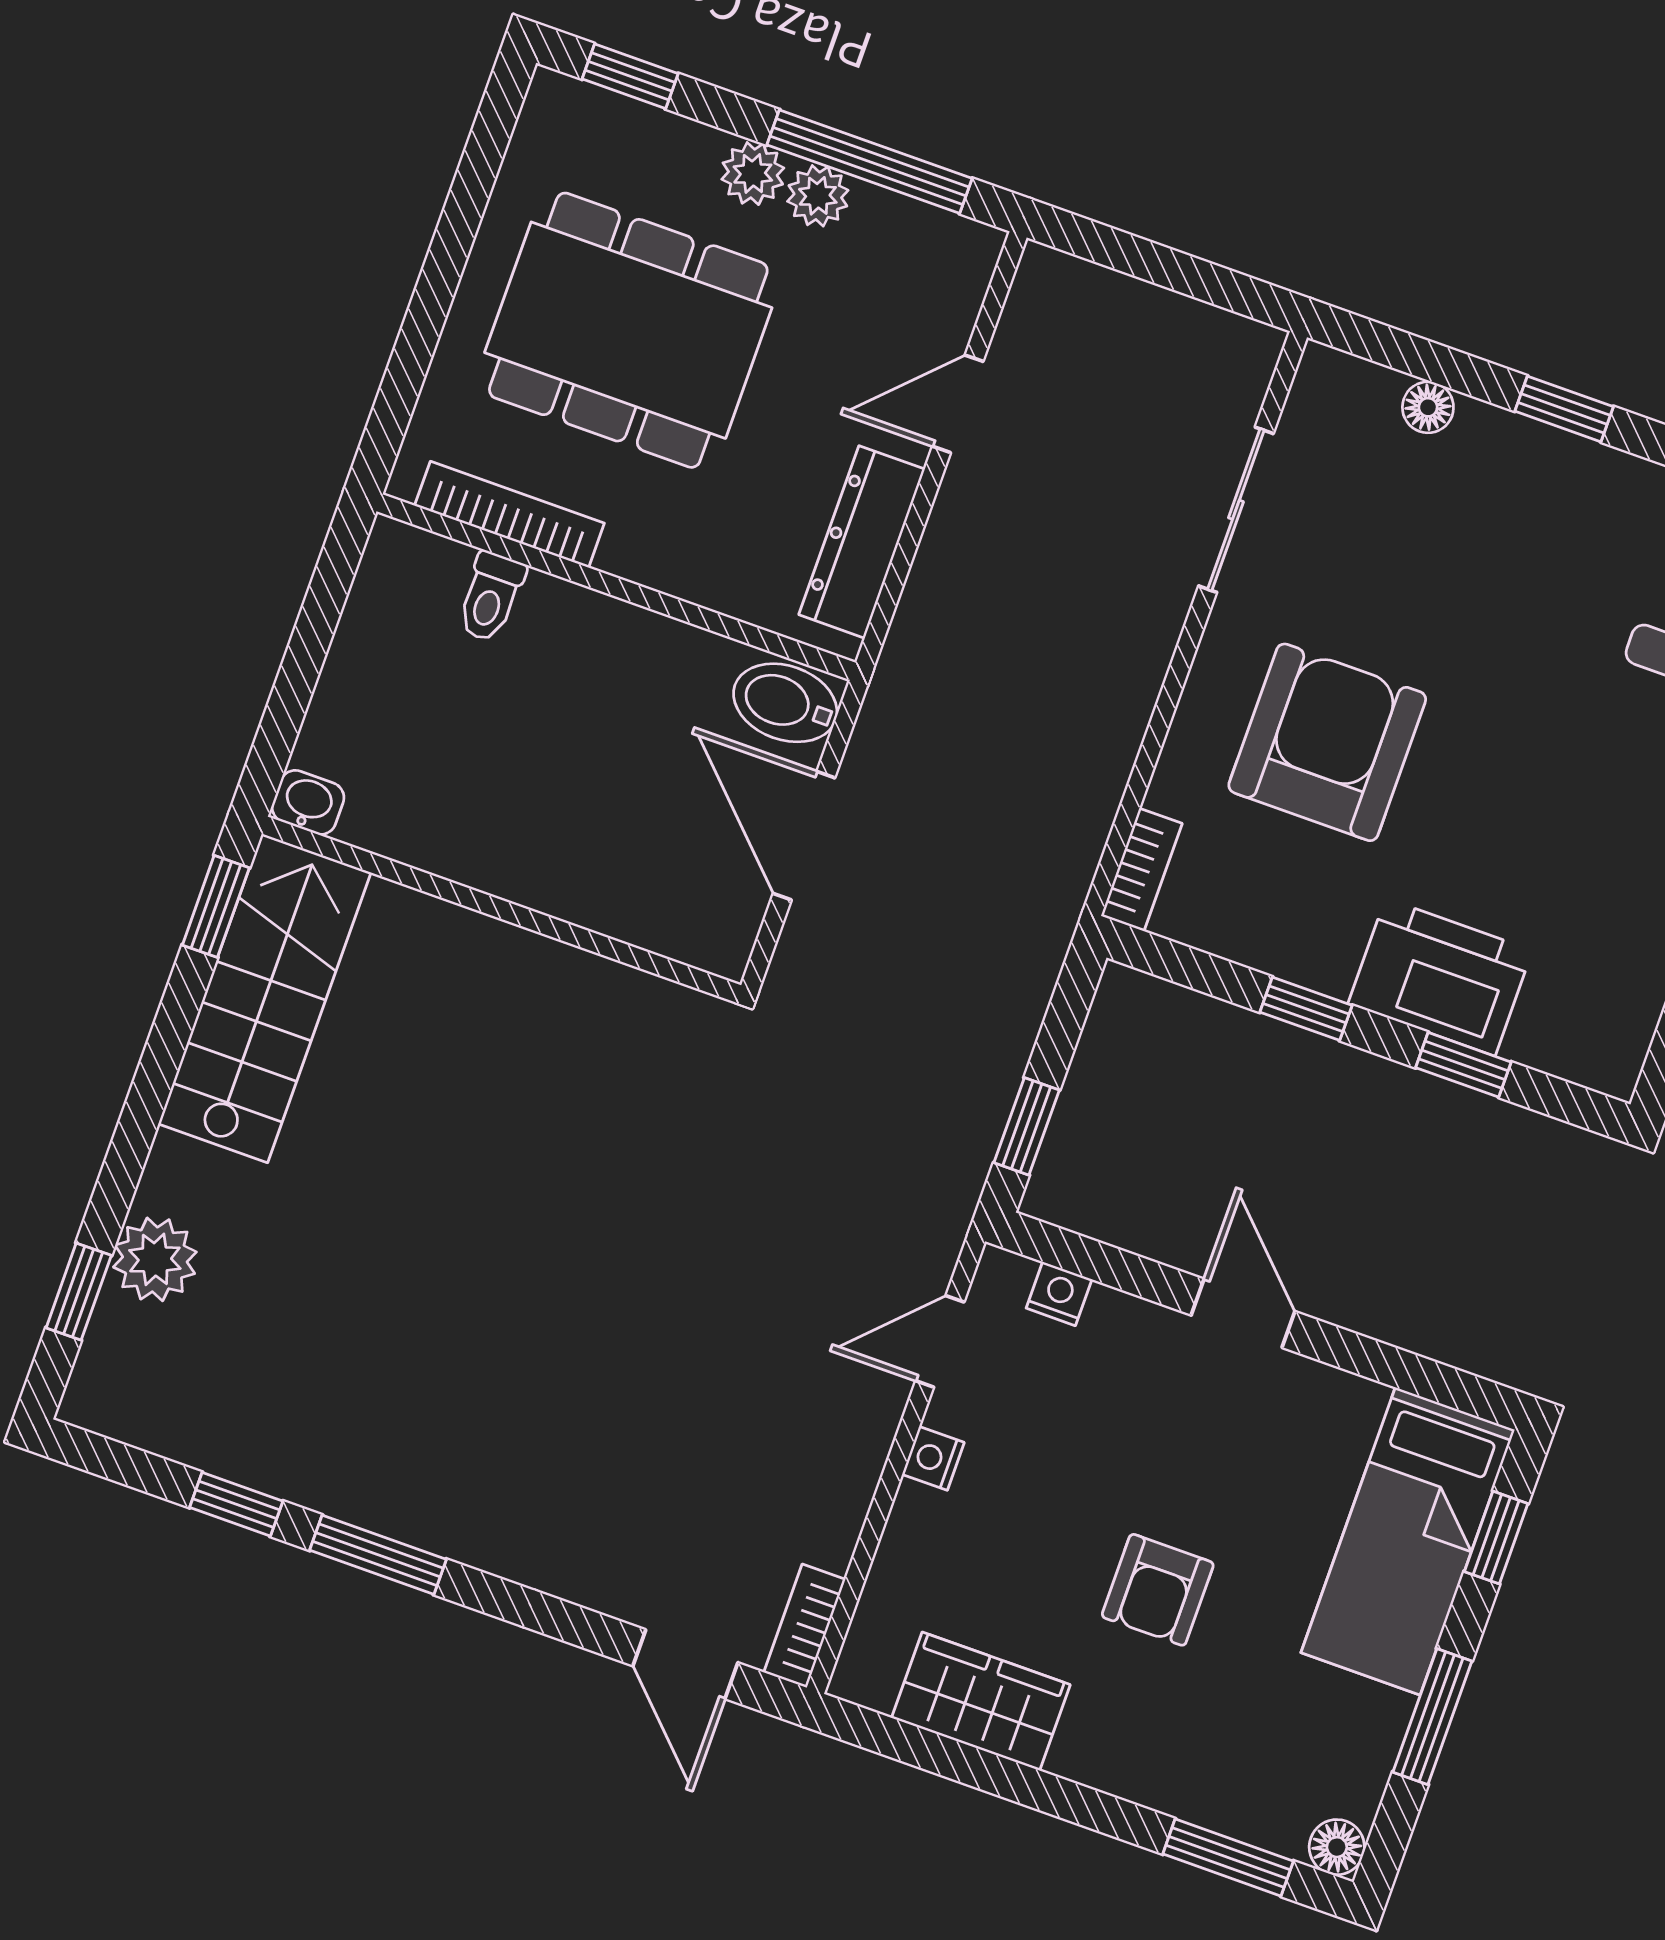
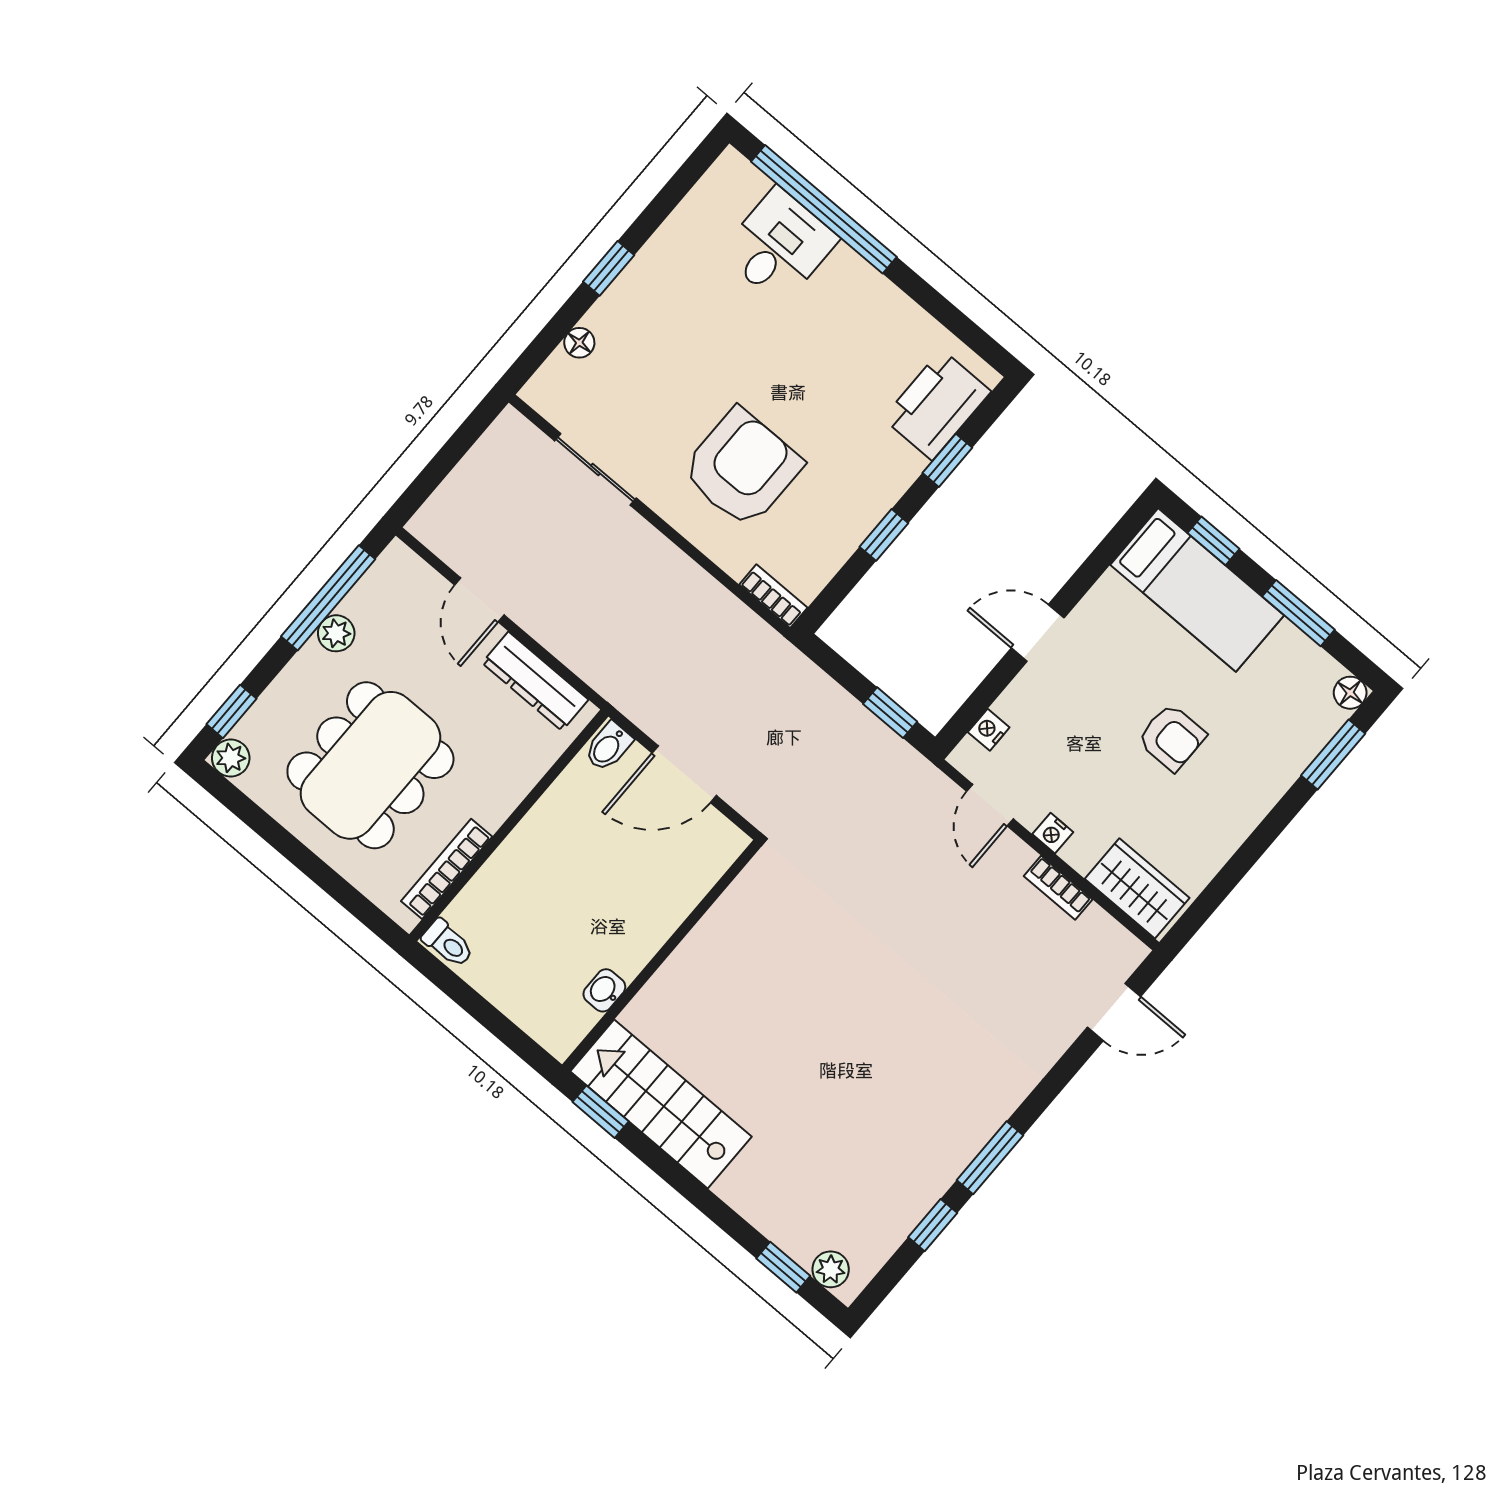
plant: (753, 174) -> (231, 758), moved
toilet: (491, 597) -> (448, 943), moved
bidet: (785, 703) -> (608, 747), width x0.72, depth x0.74
armchair: (1327, 742) -> (742, 468), turned 90
washbasin: (308, 802) -> (604, 990), moved
printer: (1440, 977) -> (937, 405), moved
plant: (155, 1259) -> (831, 1269), moved, width x0.73, depth x0.73
bookcase: (805, 1626) -> (1058, 888), moved
wardrobe: (981, 1701) -> (1137, 888), moved, turned 90

